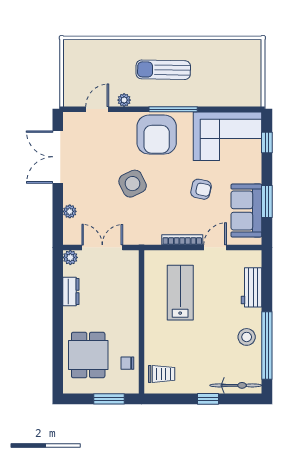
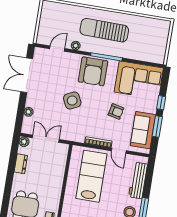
sun lounger: (163, 70) -> (104, 30), width x1.36, depth x1.34
window: (267, 142) -> (161, 103), moved
door: (215, 248) -> (119, 151), swing flipped
workbench: (252, 287) -> (138, 180), width x1.38
lab bench: (180, 293) -> (91, 176), width x1.36, depth x1.39

